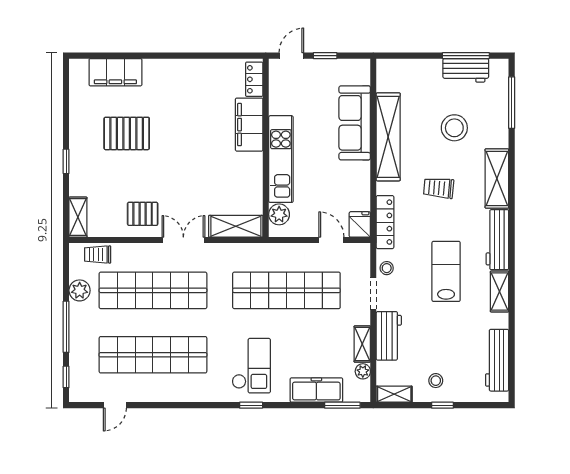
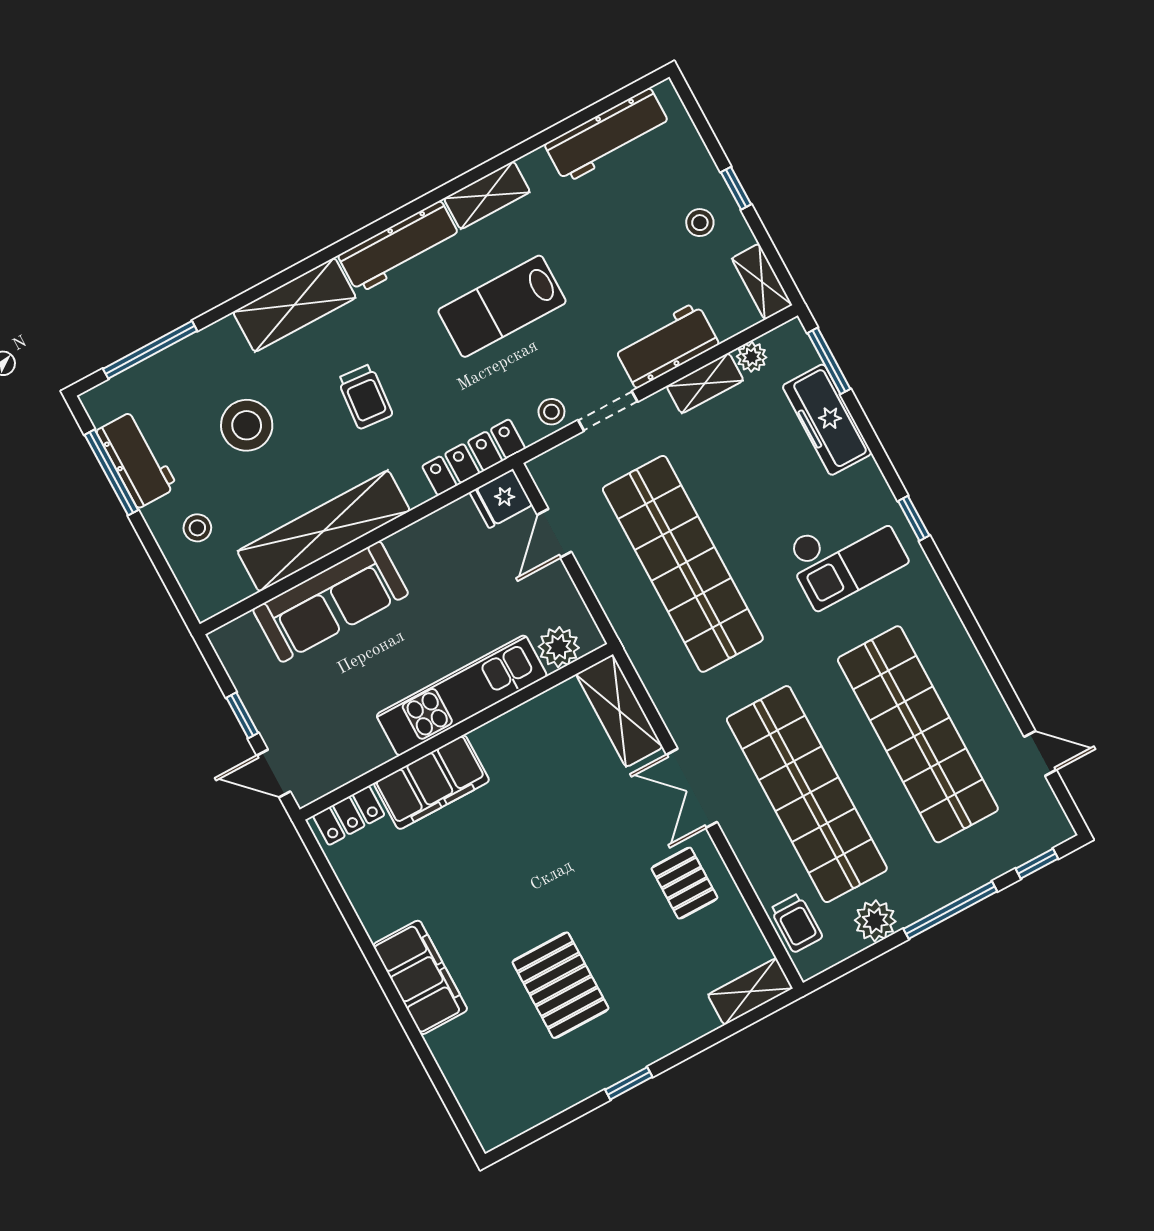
filing cabinet: (115, 72) -> (420, 977), moved
stool: (420, 81) -> (197, 528), added
window: (66, 161) -> (629, 1083), moved
checkout: (251, 366) -> (845, 555), turned 180

